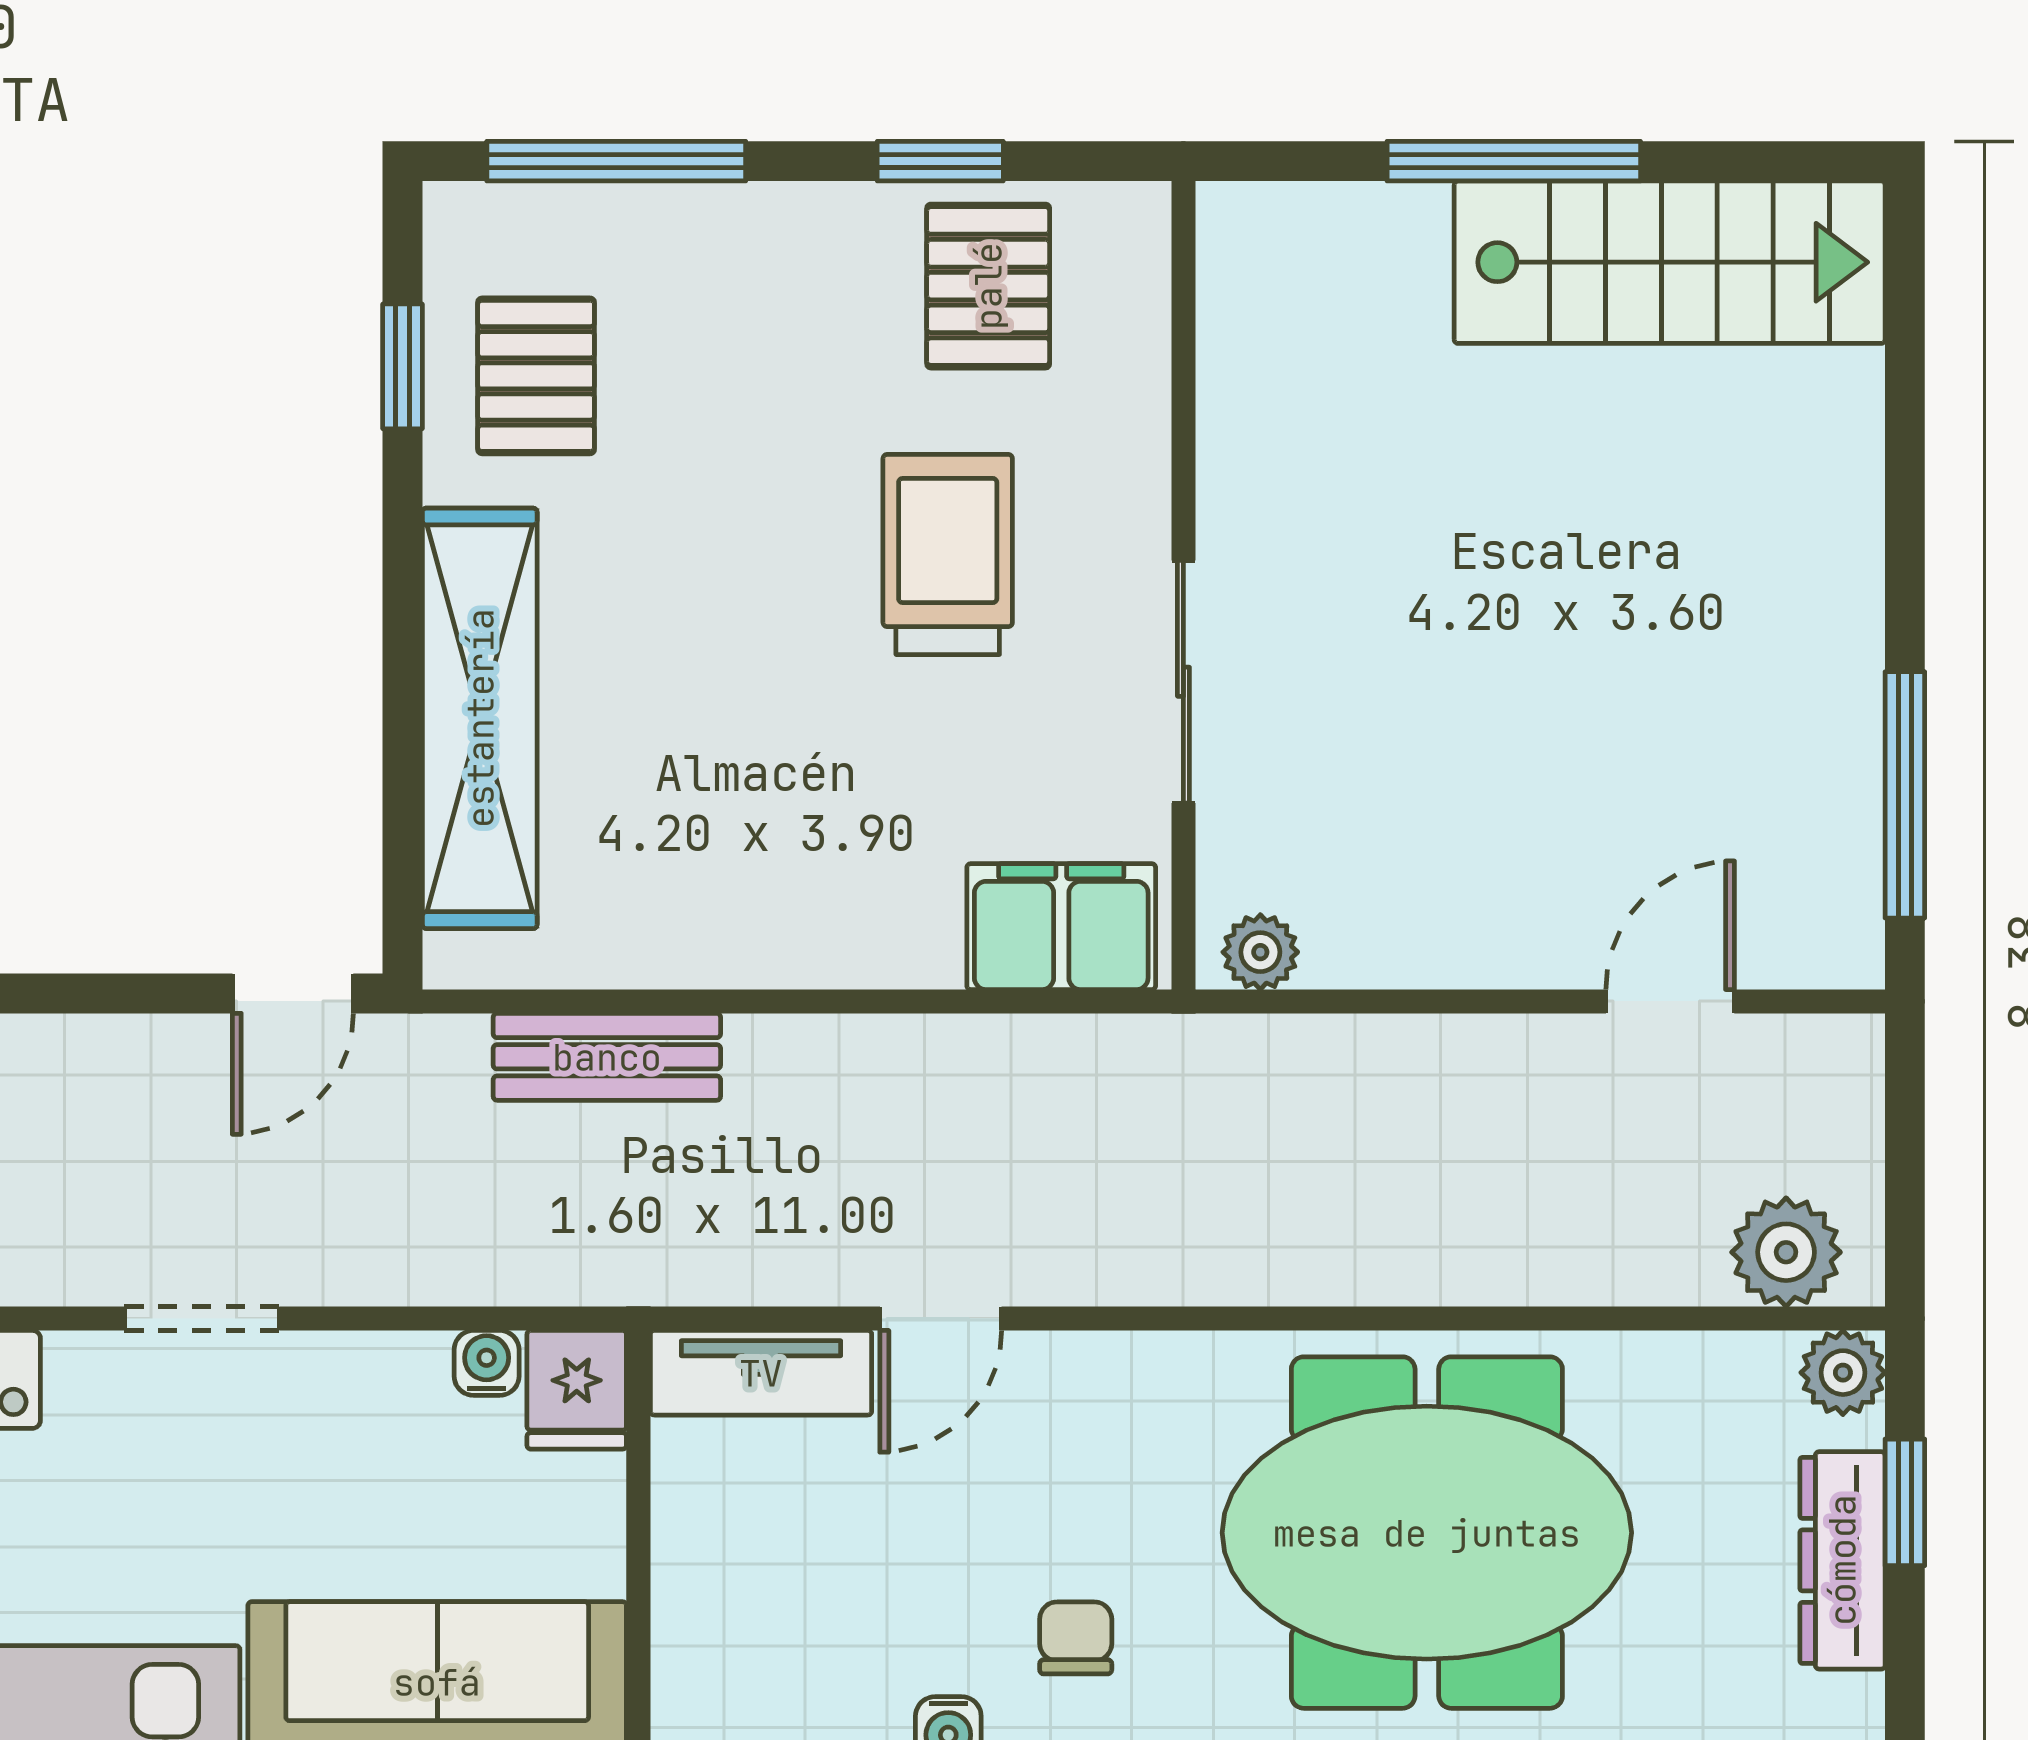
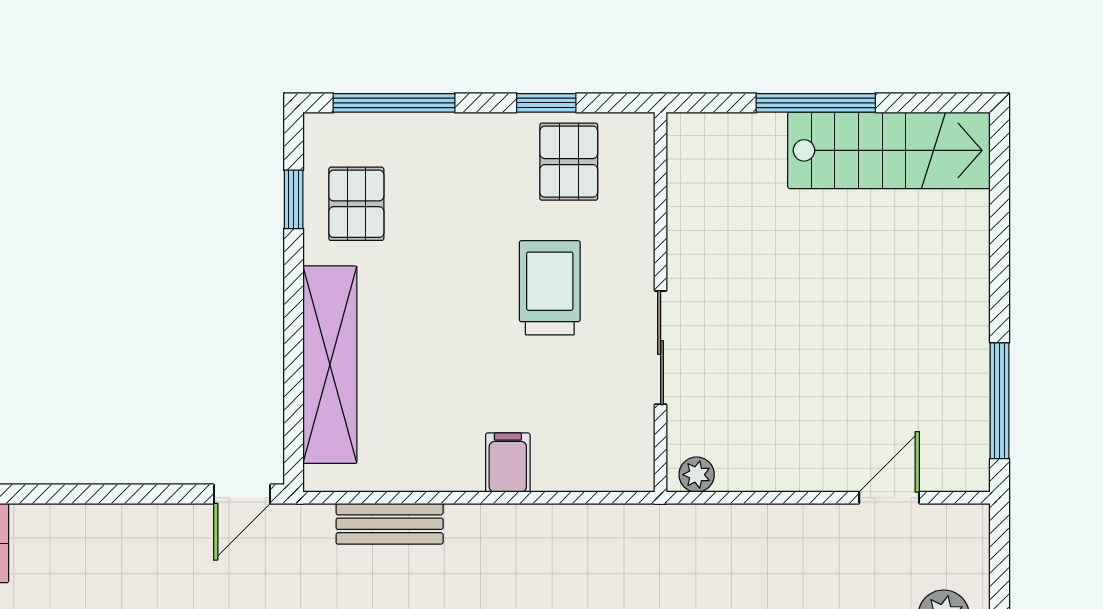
filing cabinet: (1061, 927) -> (508, 463), moved, width x0.50

